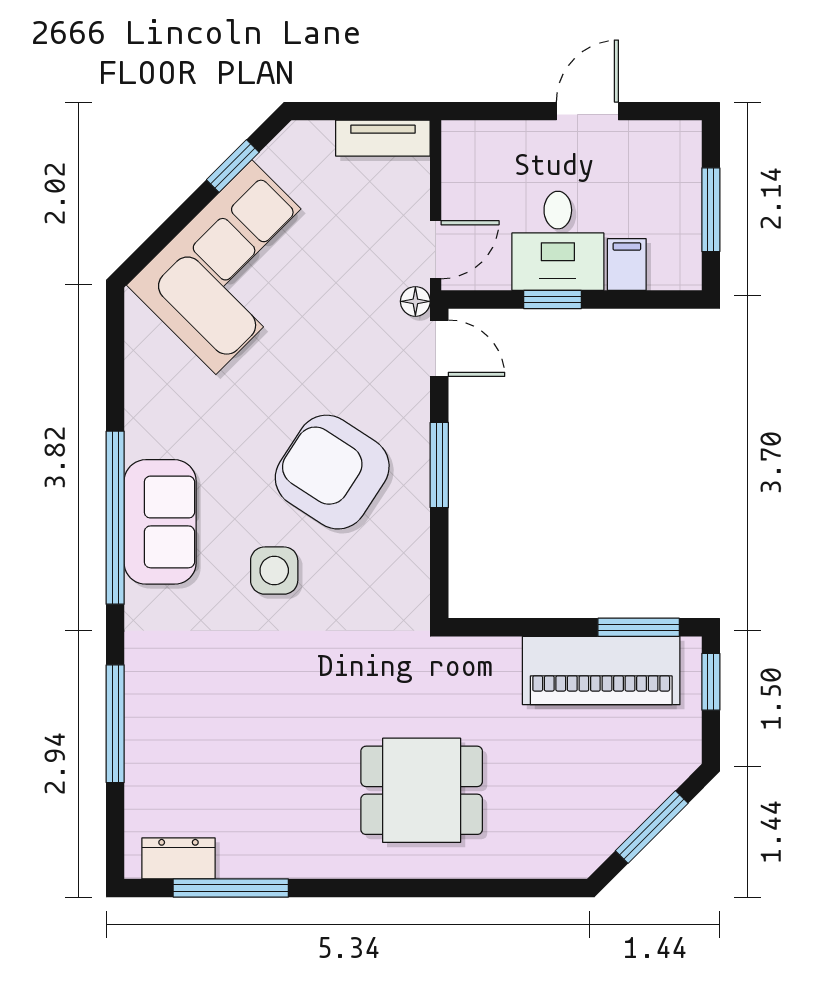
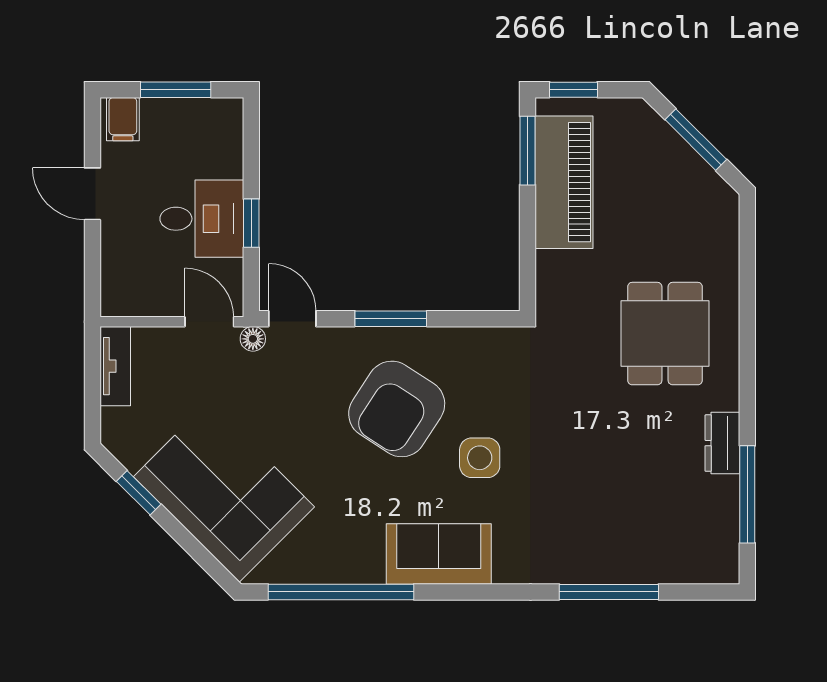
filing cabinet: (627, 265) -> (123, 119), moved, turned -90
door: (439, 348) -> (292, 319), hinge flipped
window: (115, 518) -> (341, 592), moved
dresser: (178, 858) -> (722, 443), moved

